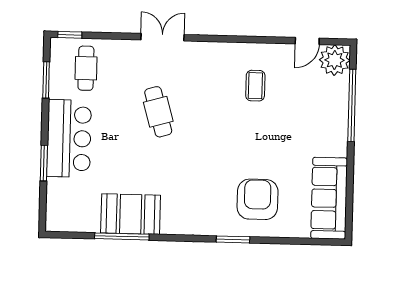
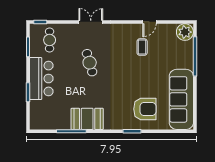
door: (307, 41) -> (150, 22), moved
sofa: (329, 198) -> (181, 99), width x1.36, depth x1.27
armchair: (258, 199) -> (145, 109), turned 90
booth: (131, 214) -> (87, 119), moved

